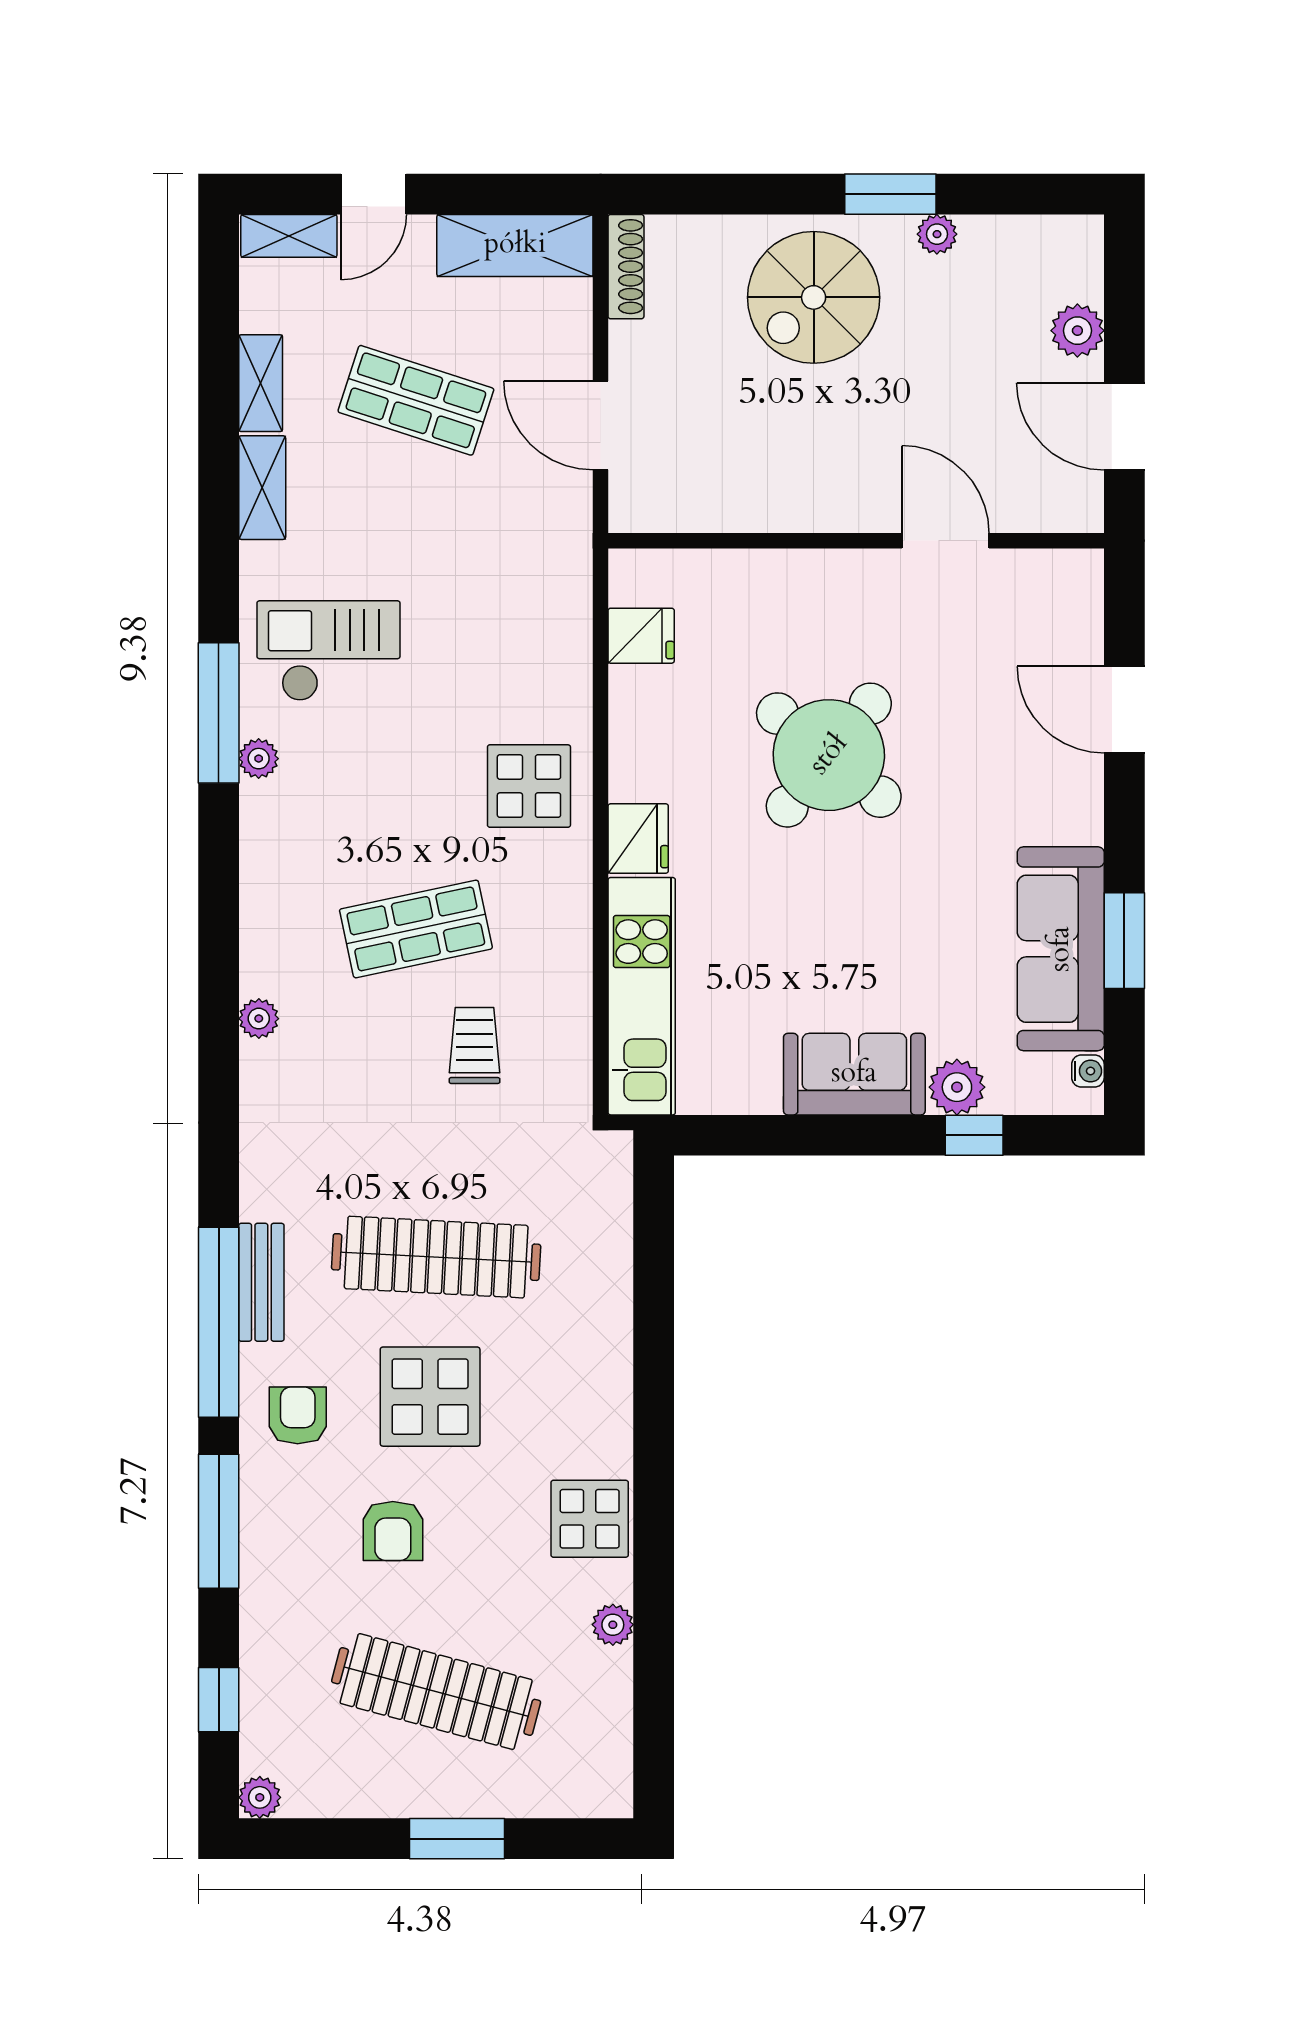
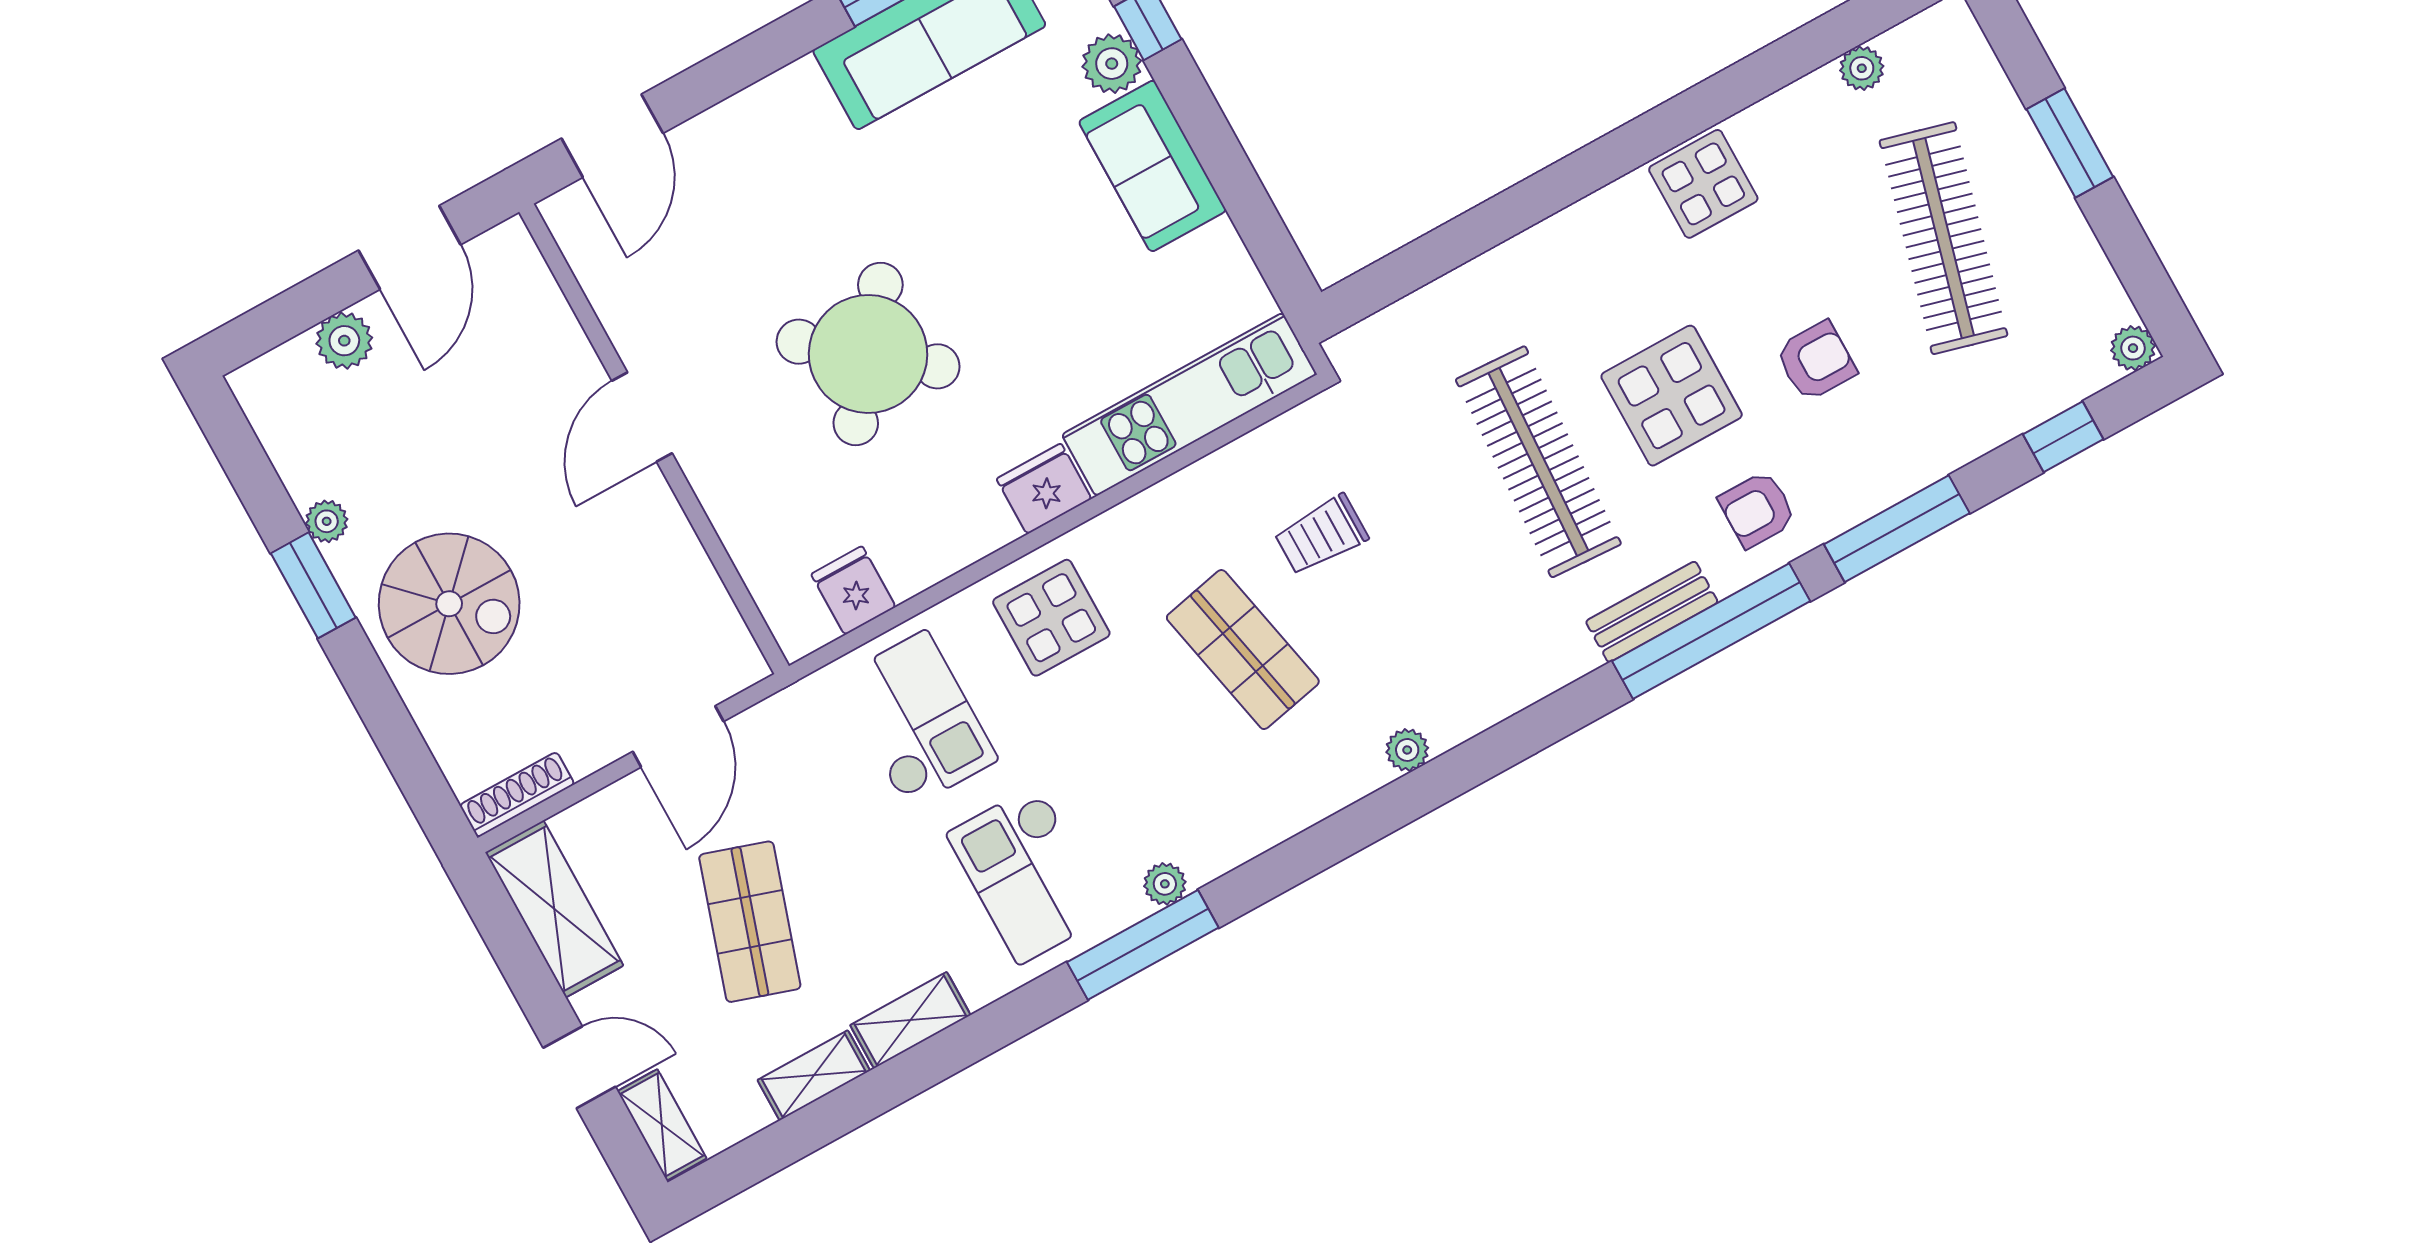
door: (946, 541) -> (642, 417), moved
checkout: (506, 629) -> (917, 720), added
door: (1124, 710) -> (612, 136), moved
plant: (613, 1625) -> (1862, 68), moved

